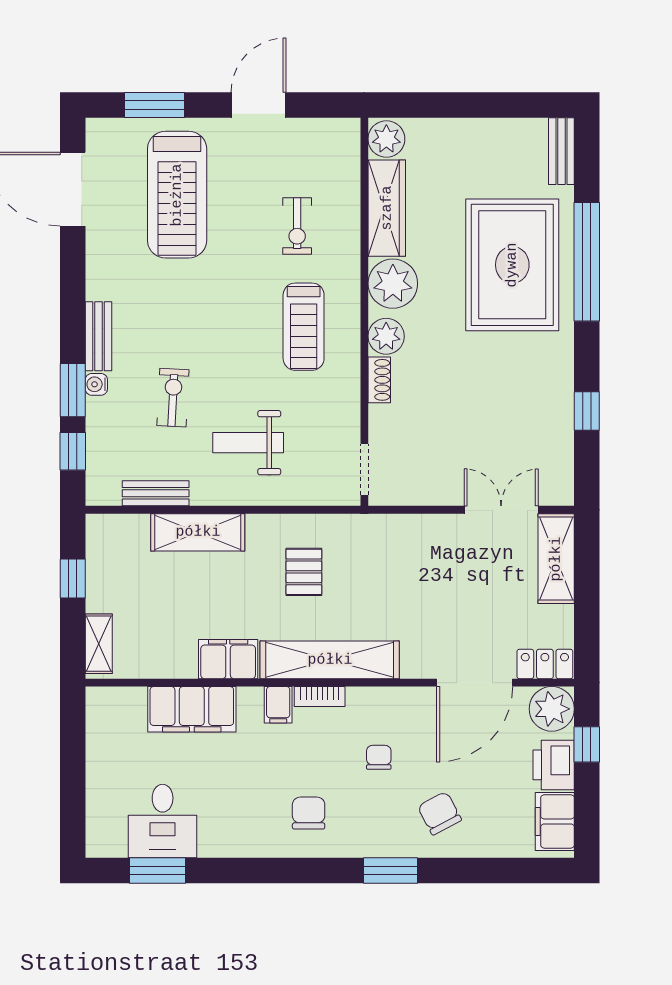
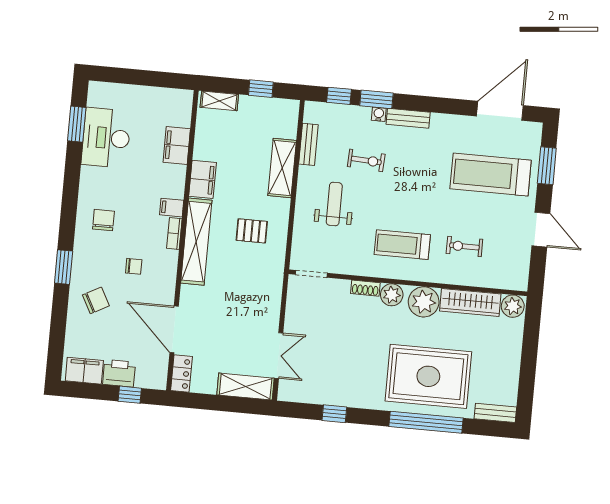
filing cabinet: (192, 709) -> (177, 145), width x0.67, depth x0.86
plant: (552, 709) -> (154, 375), removed
chair: (309, 813) -> (103, 220), turned -90
desk: (163, 821) -> (106, 138), width x1.37

